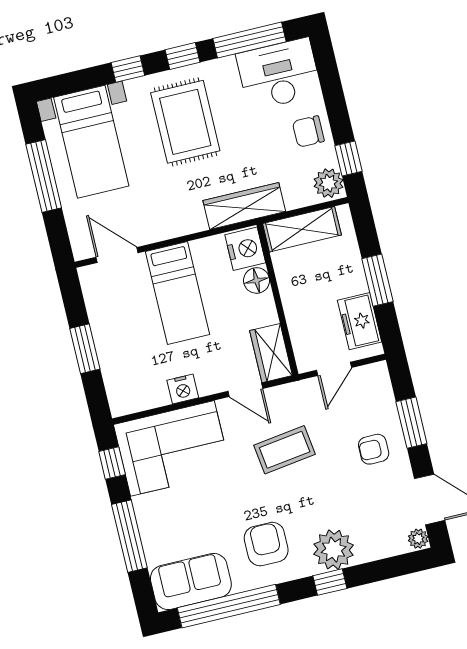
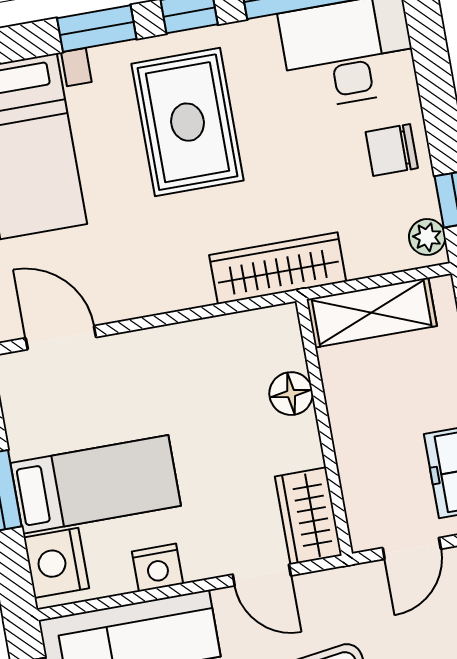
window: (128, 69) -> (97, 28), width x1.50
plant: (329, 183) -> (427, 237), width x0.73, depth x0.73
nightstand: (245, 249) -> (56, 563), moved, turned 180
bed: (178, 293) -> (96, 484), moved, turned -90

